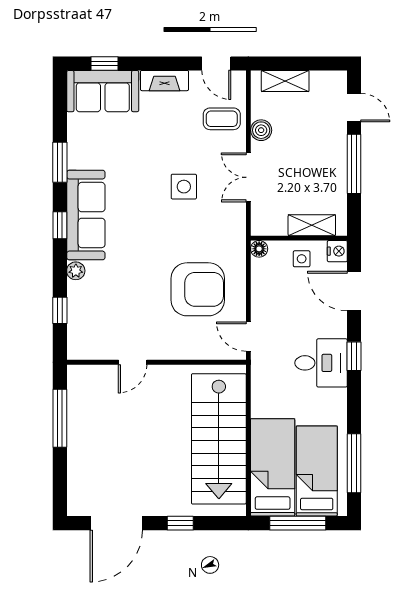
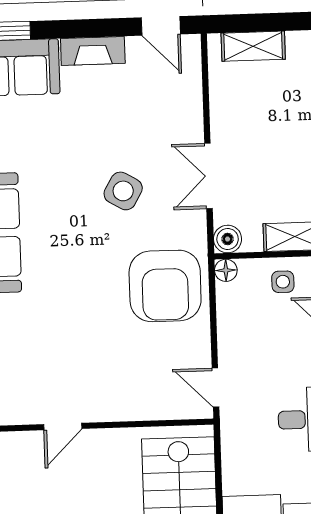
coffee table: (222, 119) -> (171, 99), removed
boiler: (261, 130) -> (228, 239), moved
side table: (184, 187) -> (123, 191), turned 30
armchair: (198, 289) -> (165, 286), moved, turned 90

